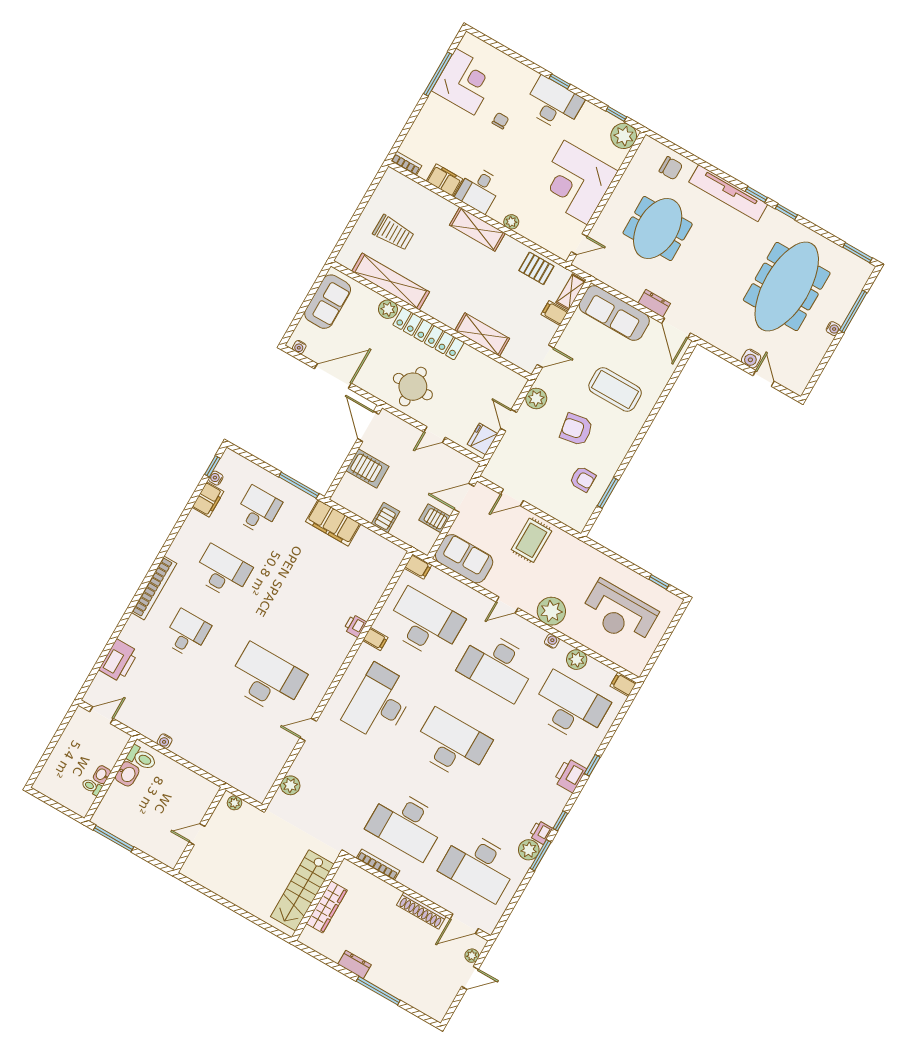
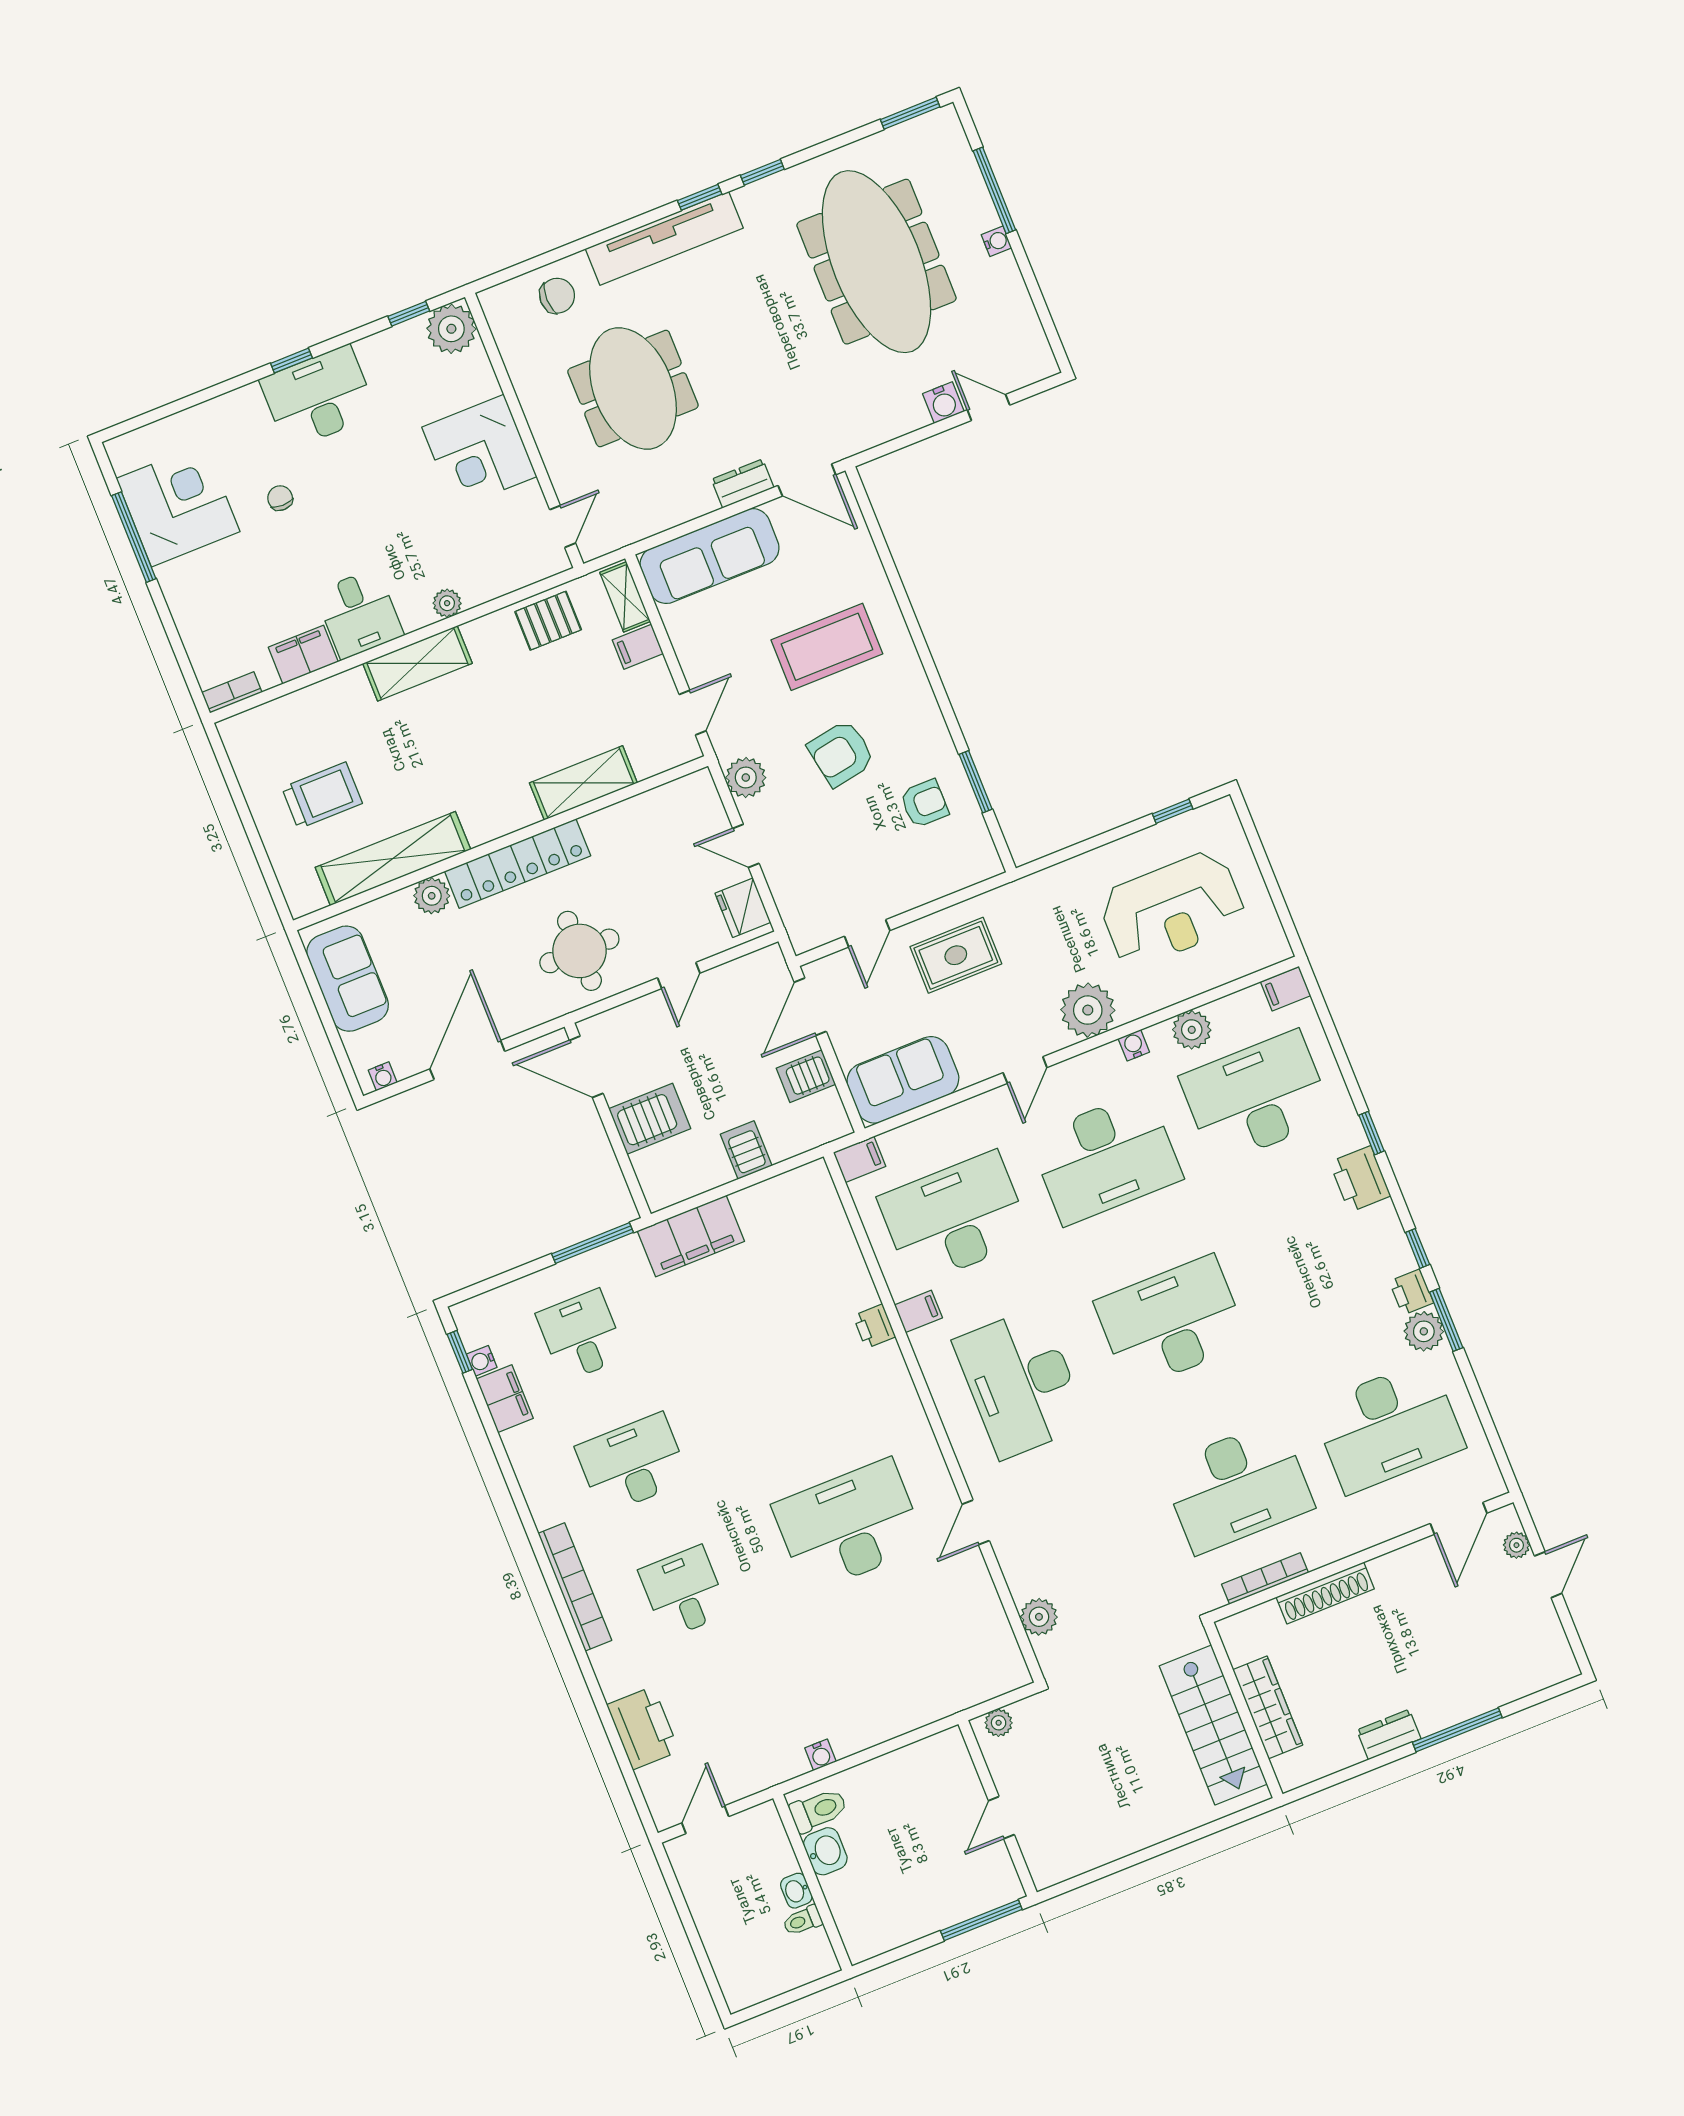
corner desk: (576, 182) -> (479, 452), width x0.74, depth x0.74
rug: (531, 540) -> (956, 955), turned 90
window: (113, 838) -> (981, 1920), moved
shoe rack: (421, 911) -> (1325, 1593), moved

